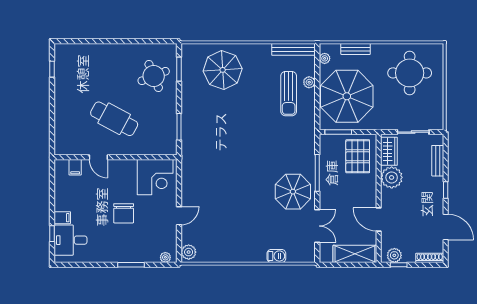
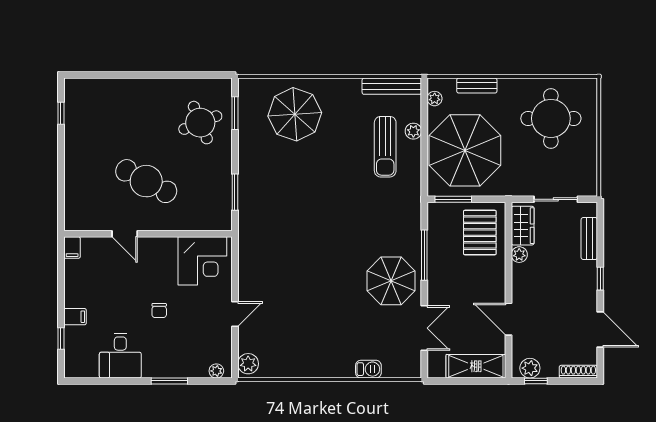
filing cabinet: (75, 167) -> (72, 248), moved
plant: (392, 177) -> (519, 255), width x0.53, depth x0.53
chair: (124, 213) -> (159, 311), width x0.54, depth x0.54
desk: (70, 240) -> (120, 356), moved, turned -90

